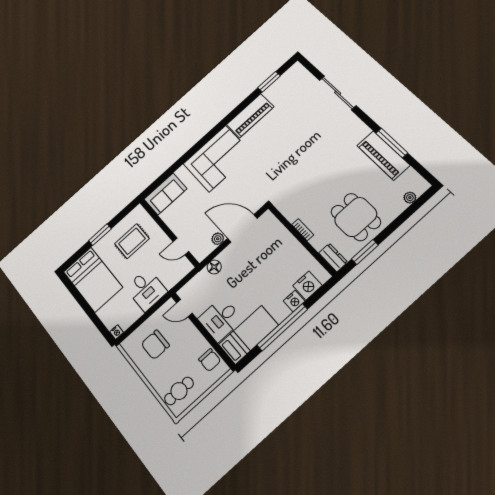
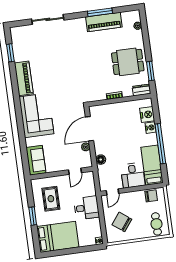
chair: (155, 345) -> (122, 222), turned 127

